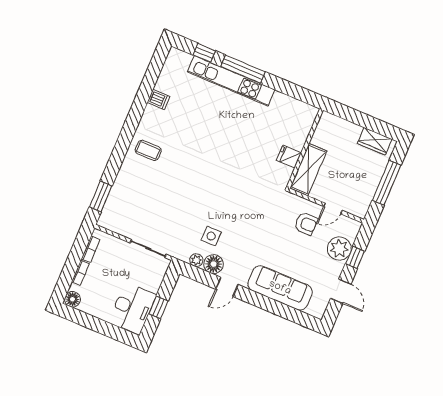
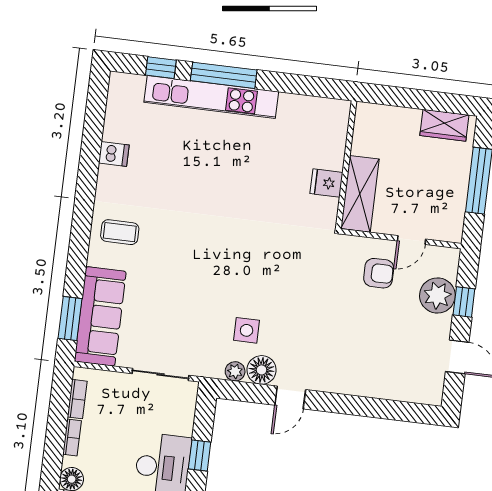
sofa: (280, 288) -> (100, 316), moved, turned 90

